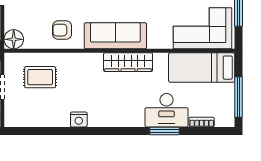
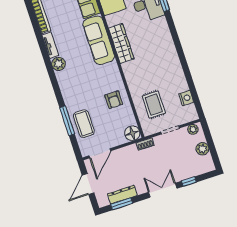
sofa: (115, 36) -> (99, 40), moved
nightstand: (79, 120) -> (186, 98), moved

